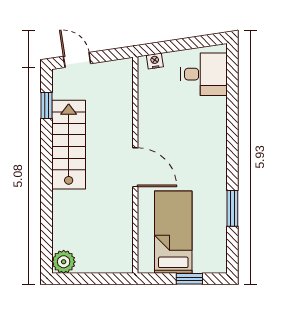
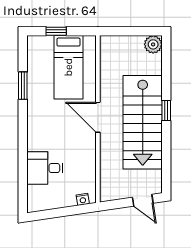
desk: (204, 74) -> (45, 168), moved
window: (47, 106) -> (166, 110), moved
stairs: (69, 145) -> (143, 122), width x1.36, depth x1.51

